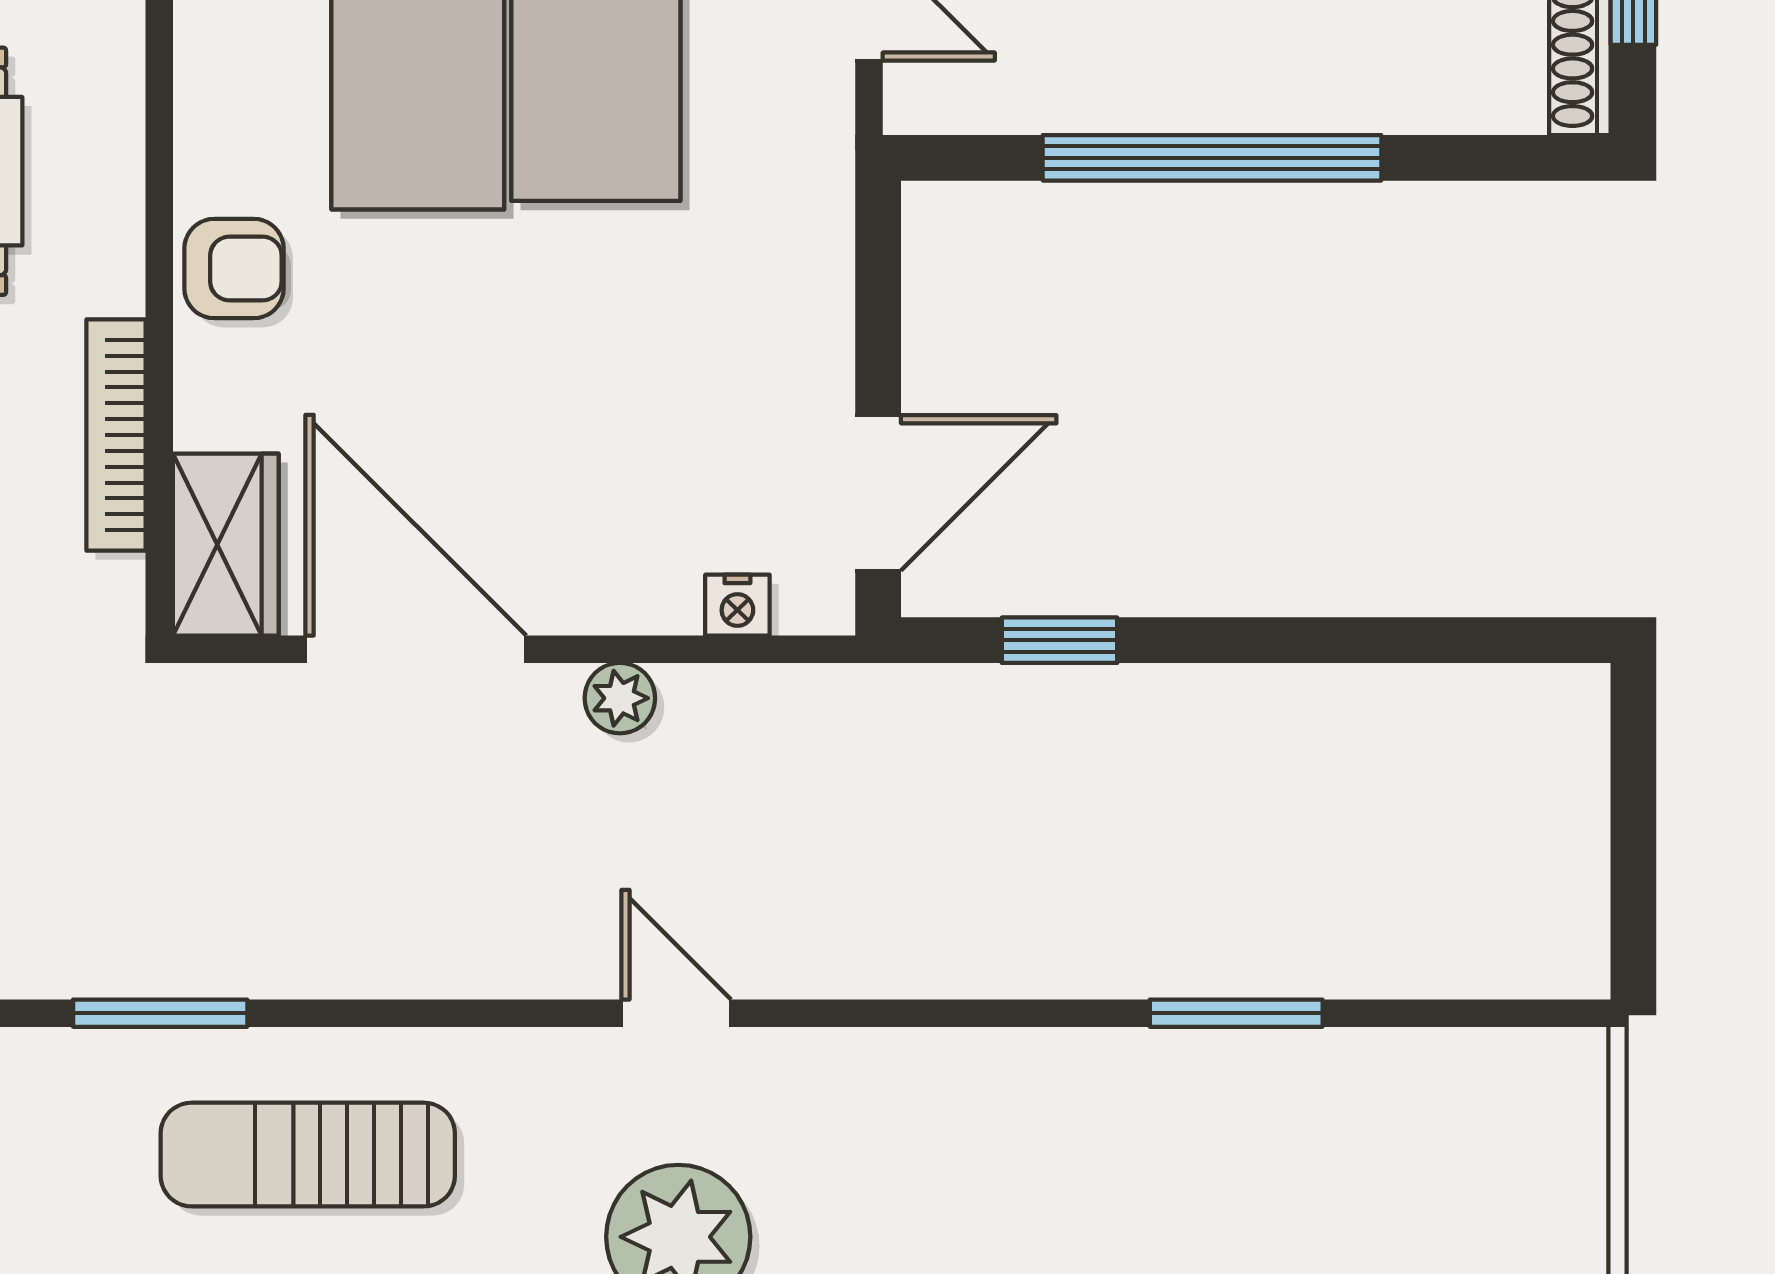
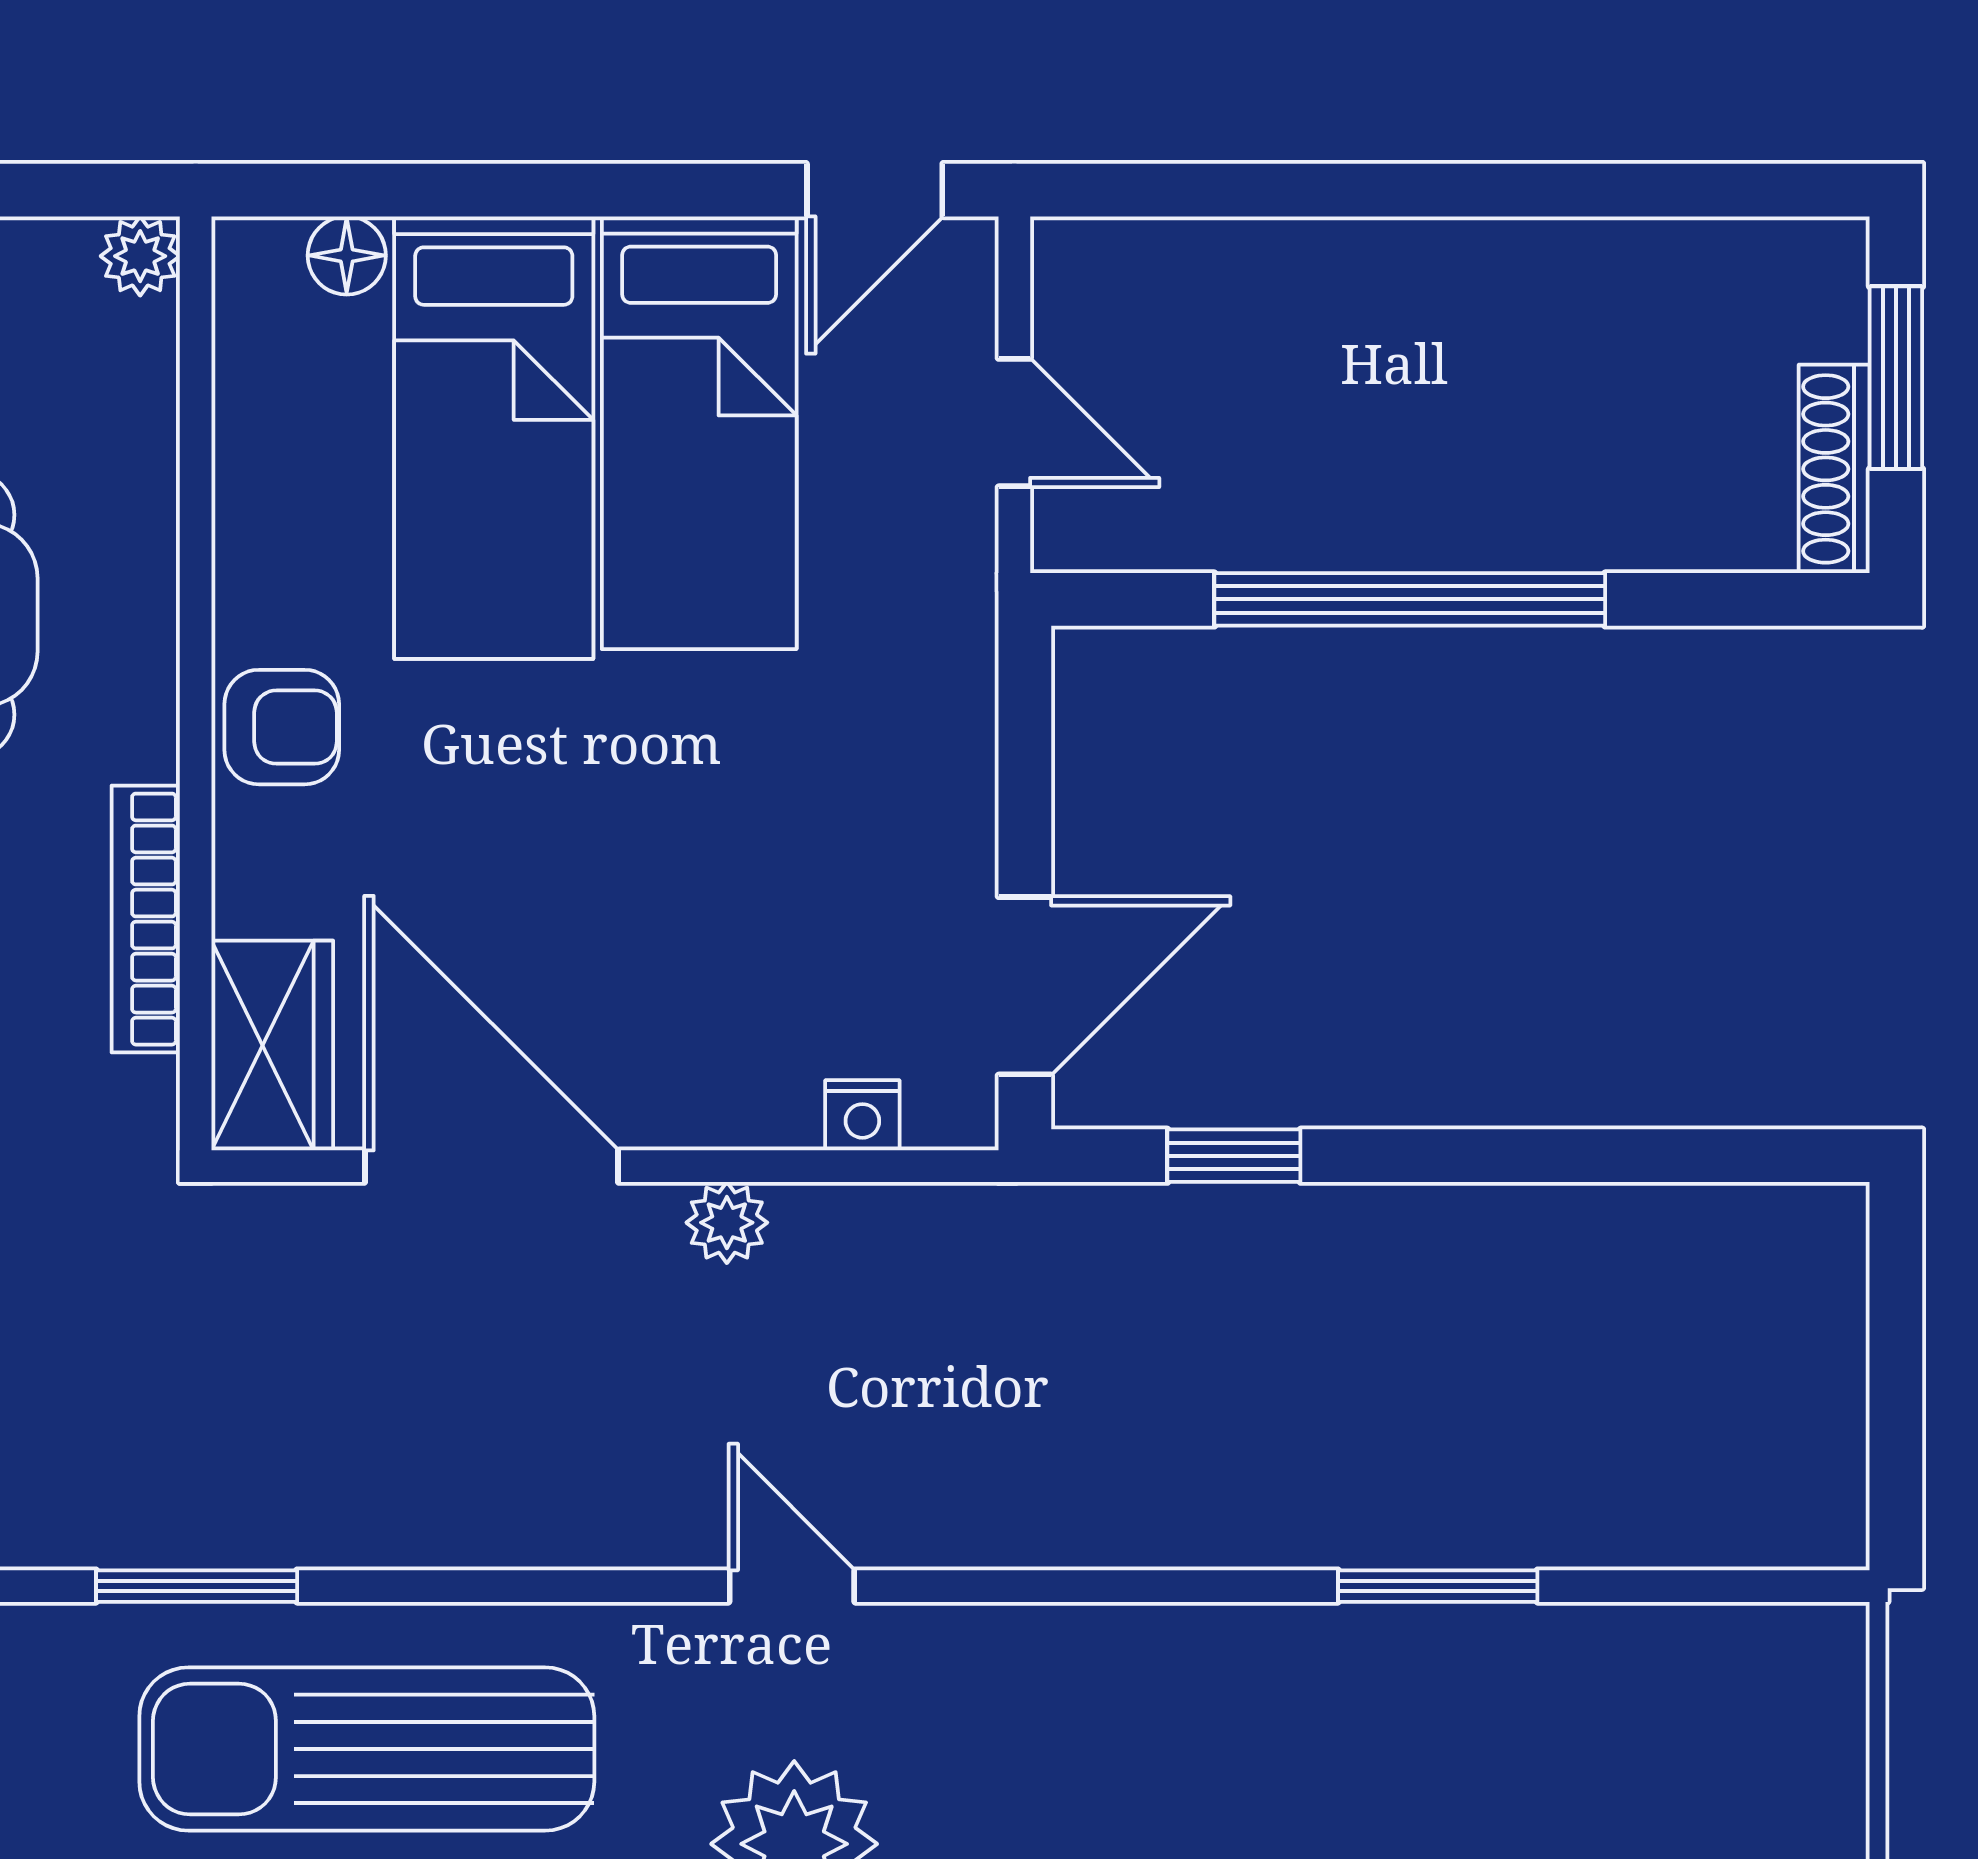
sun lounger: (308, 1155) -> (367, 1749), width x1.36, depth x1.34

